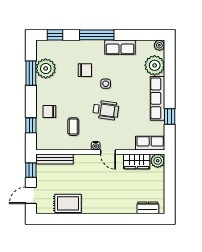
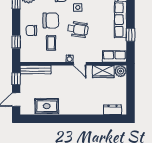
chair: (73, 99) -> (51, 20), added

